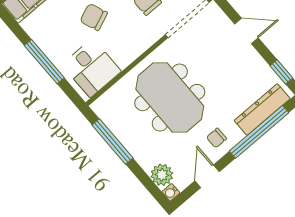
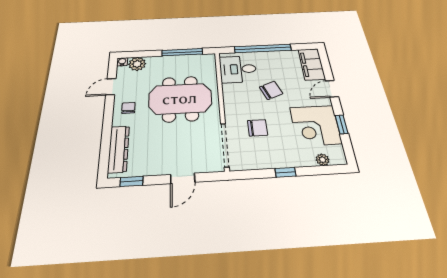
window: (44, 62) -> (263, 48), width x1.46
window: (259, 132) -> (106, 136), removed
door: (207, 176) -> (111, 87), swing flipped

